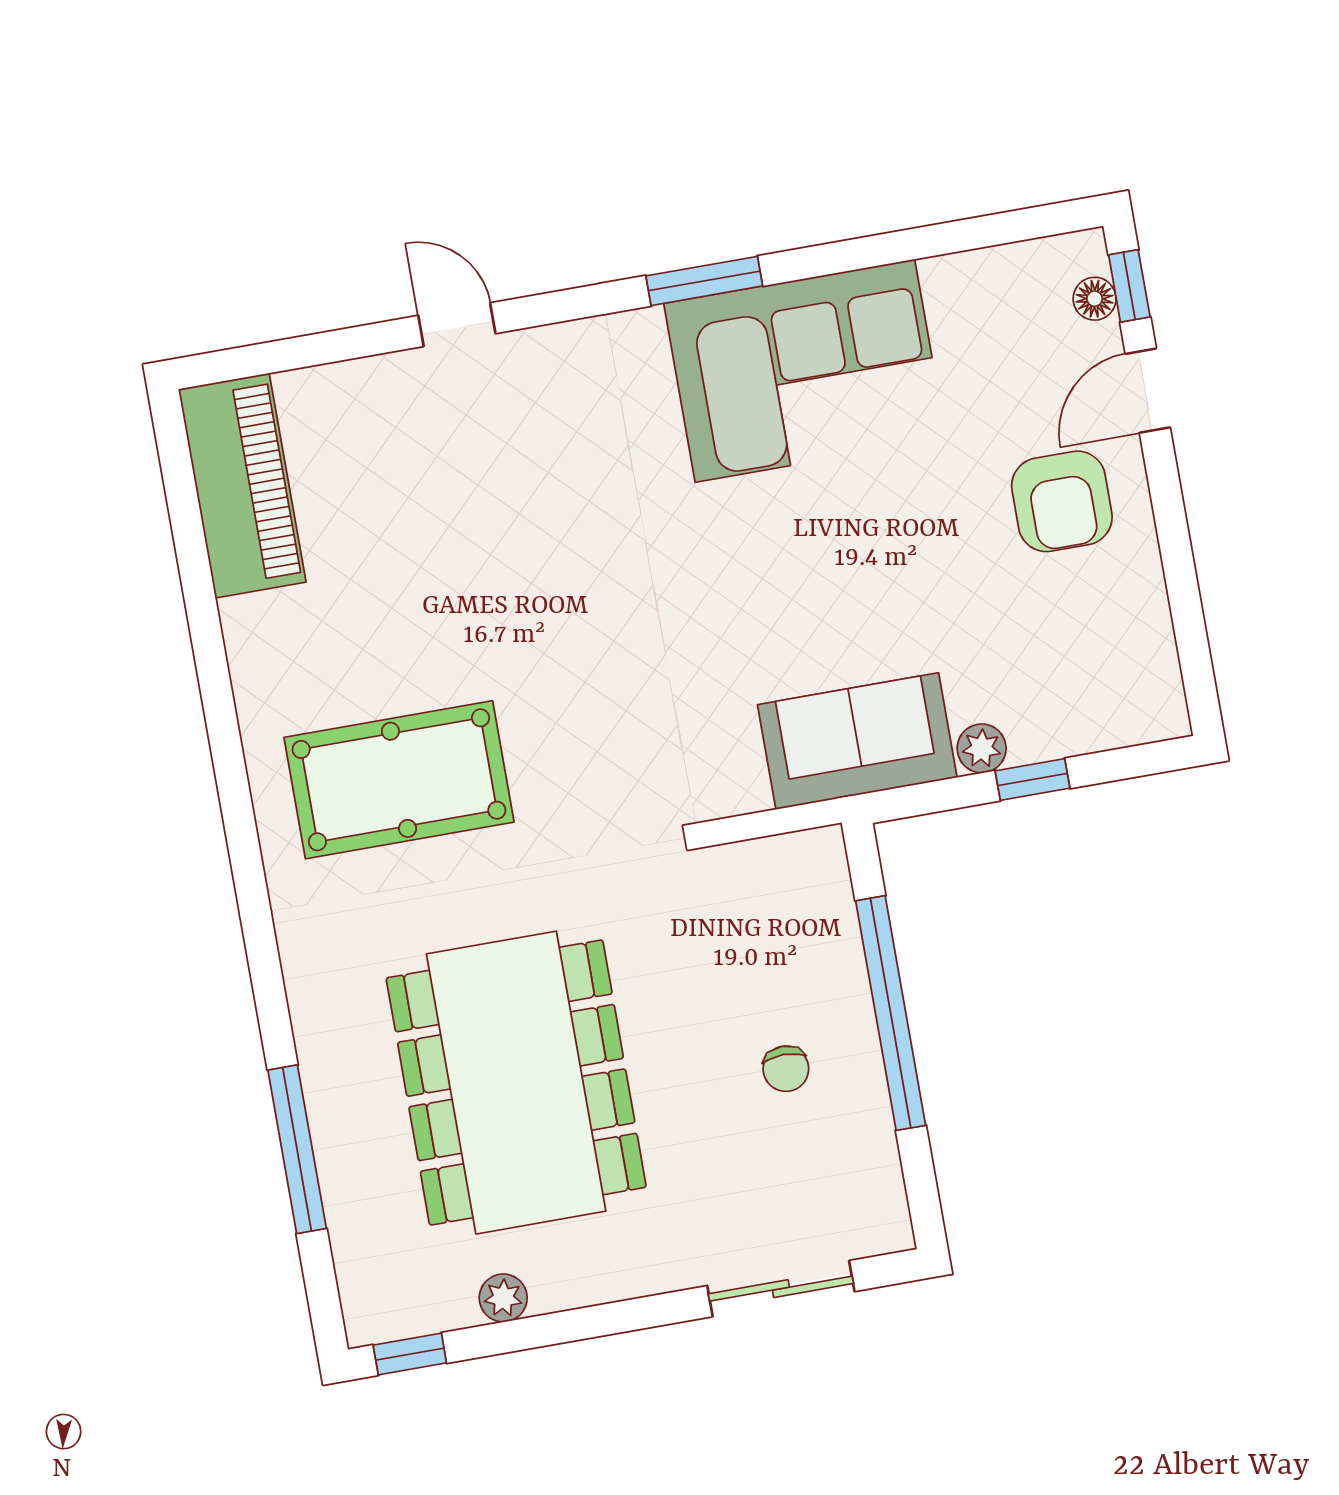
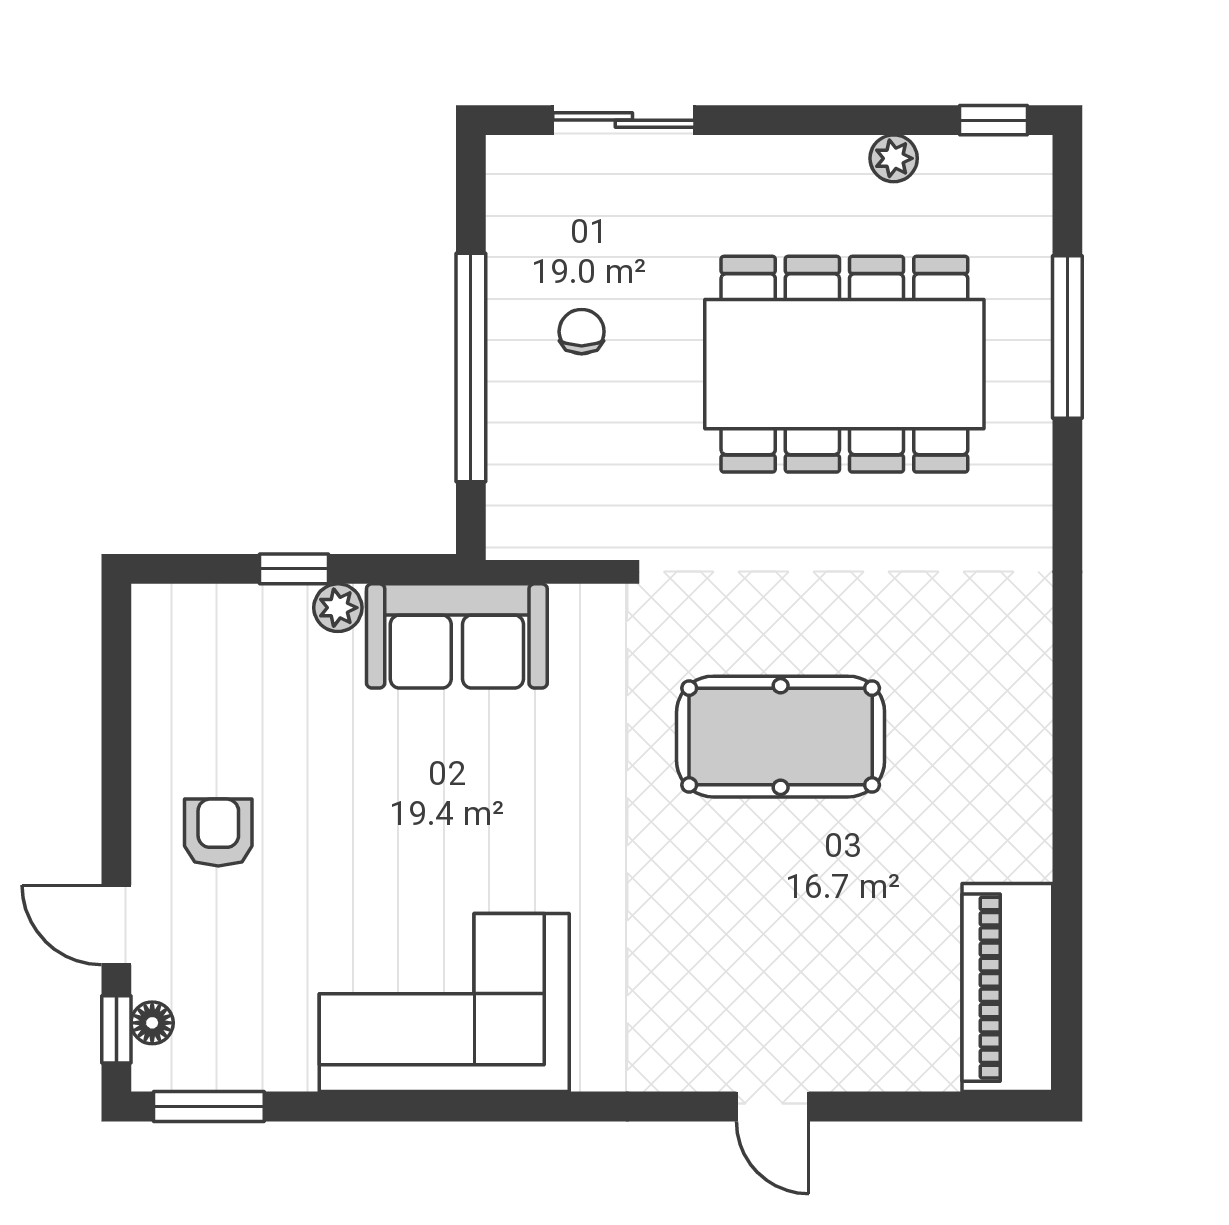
window: (704, 281) -> (209, 1106), moved
door: (1148, 391) -> (116, 925), swing flipped
armchair: (1062, 501) -> (218, 833), width x0.72, depth x0.72
pool table: (399, 780) -> (781, 737), moved
dining table: (516, 1083) -> (844, 364), turned 90

